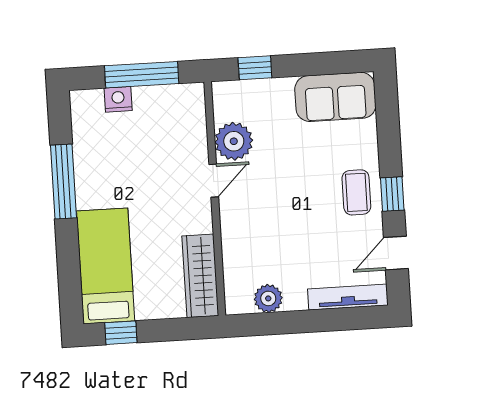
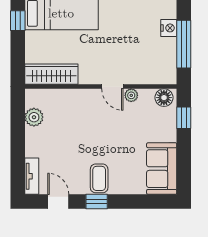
floor lamp: (226, 100) -> (164, 98), added
plant: (234, 141) -> (131, 95), width x0.53, depth x0.53
coffee table: (356, 192) -> (99, 178), turned 90
tv unit: (348, 297) -> (32, 176), width x0.71

